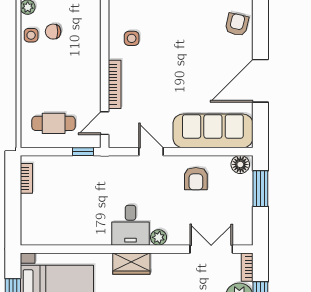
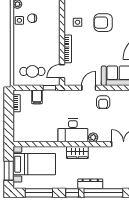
armchair: (176, 39) -> (103, 23), added
door: (151, 152) -> (89, 88), hinge flipped
filing cabinet: (62, 167) -> (37, 97), added
armchair: (196, 179) -> (103, 102), moved
desk: (130, 225) -> (73, 130), width x1.37

